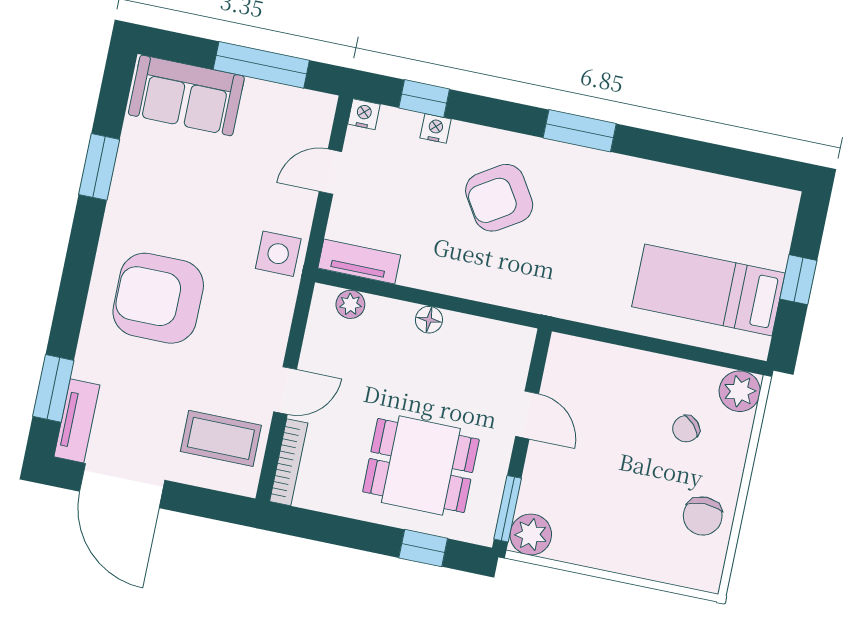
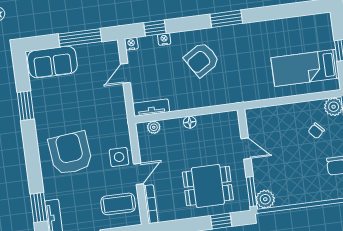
side table: (278, 254) -> (119, 157), moved
armchair: (158, 298) -> (70, 153), turned 84

